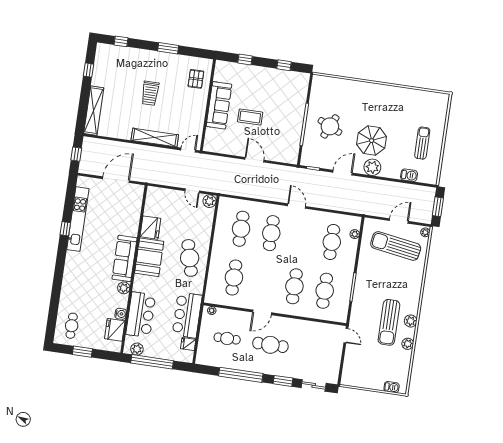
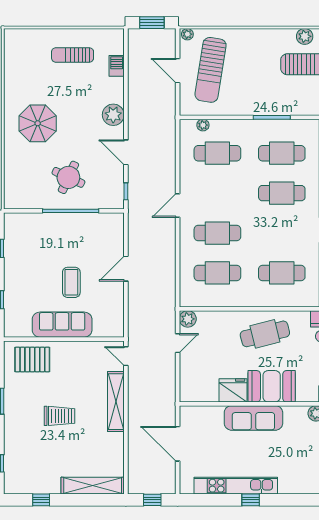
pallet: (196, 79) -> (32, 360), width x1.50, depth x1.42
parasol: (372, 141) -> (38, 123), moved
sofa: (124, 258) -> (253, 418), moved

